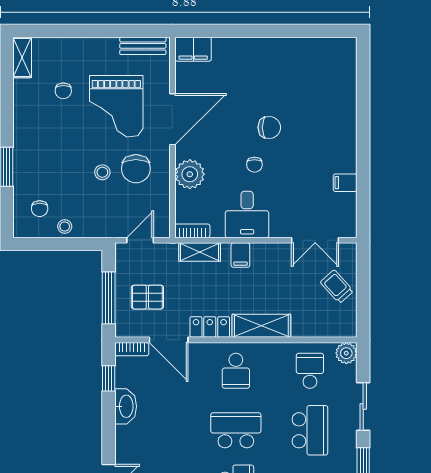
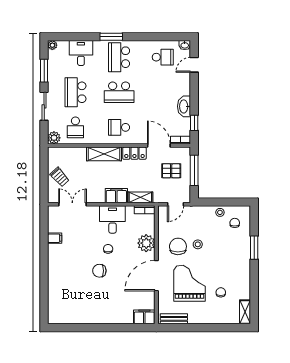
filing cabinet: (240, 255) -> (116, 196), width x2.00
school desk: (236, 371) -> (119, 127), turned -90

